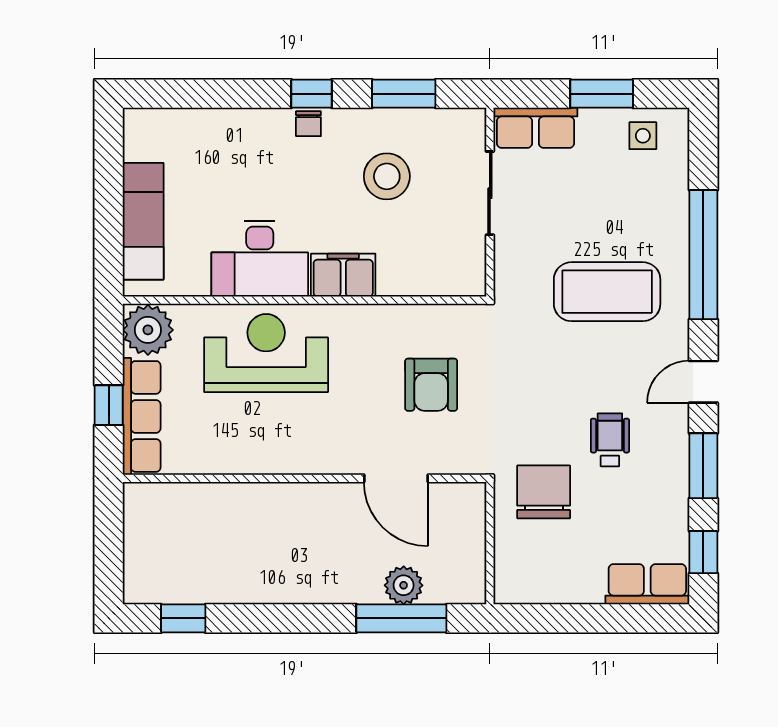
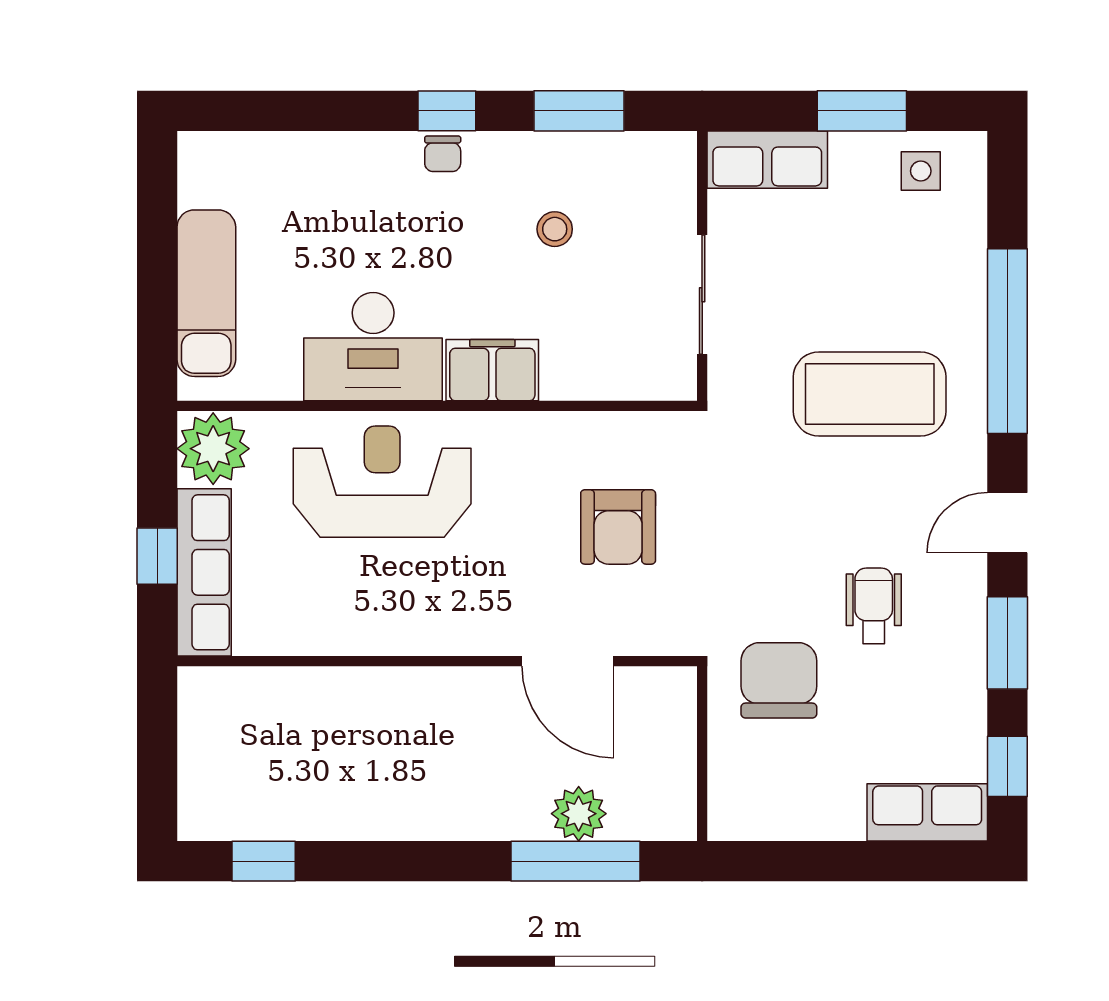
stool: (387, 176) -> (555, 229), width x0.53, depth x0.53
sliding door: (490, 193) -> (702, 295), moved

